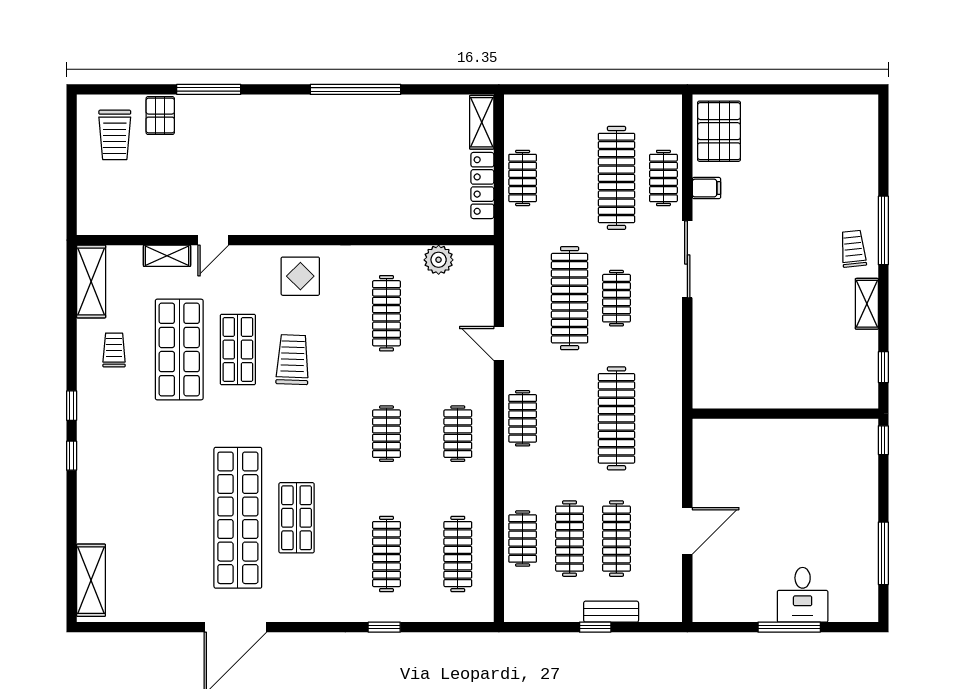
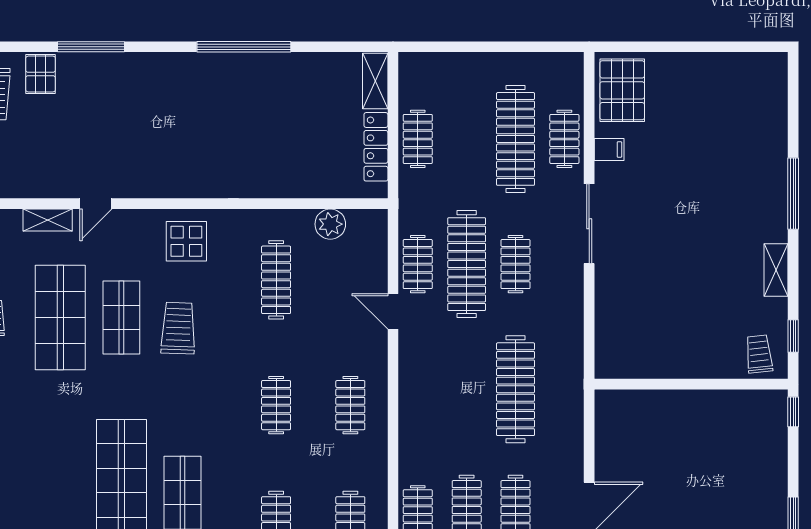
trolley: (853, 249) -> (759, 354), moved
clothes rail: (523, 418) -> (418, 264), moved

